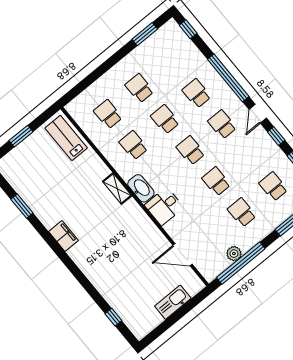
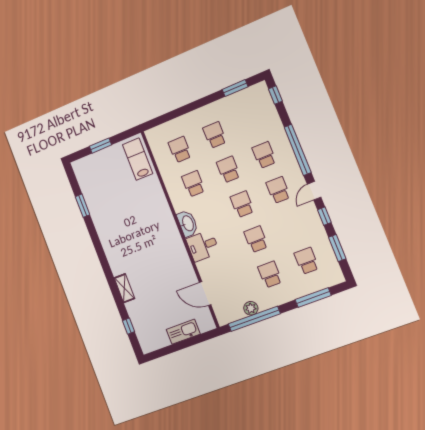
shelving: (117, 189) -> (124, 288), moved
filing cabinet: (63, 236) -> (109, 243), removed

